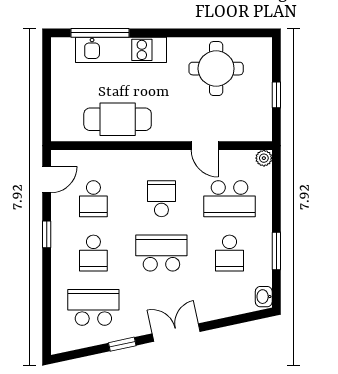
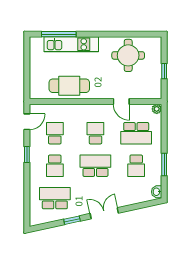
school desk: (93, 199) -> (55, 133), turned 180

